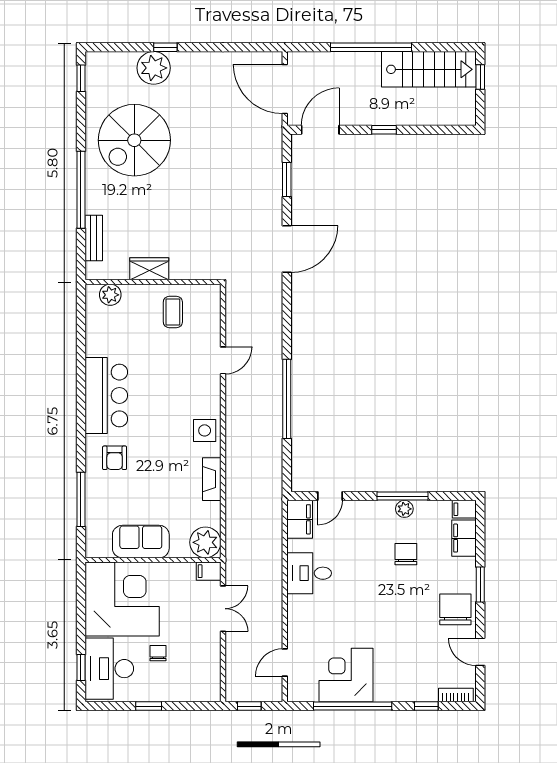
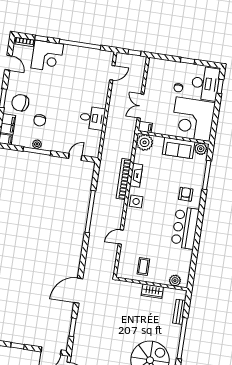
bookcase: (234, 469) -> (124, 179), added
filing cabinet: (300, 519) -> (93, 147), removed
plant: (99, 547) -> (201, 149), added
chair: (455, 609) -> (20, 103), moved, turned 97
corner desk: (346, 675) -> (47, 56), moved

